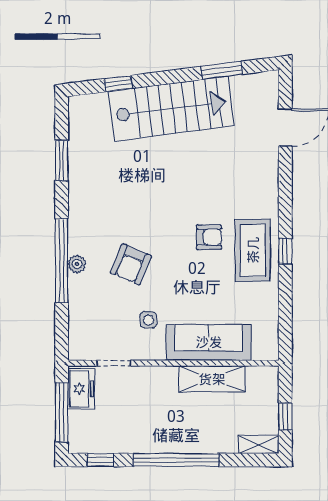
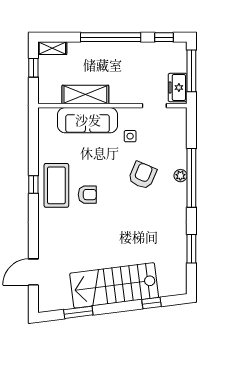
armchair: (209, 237) -> (87, 195), turned 180

